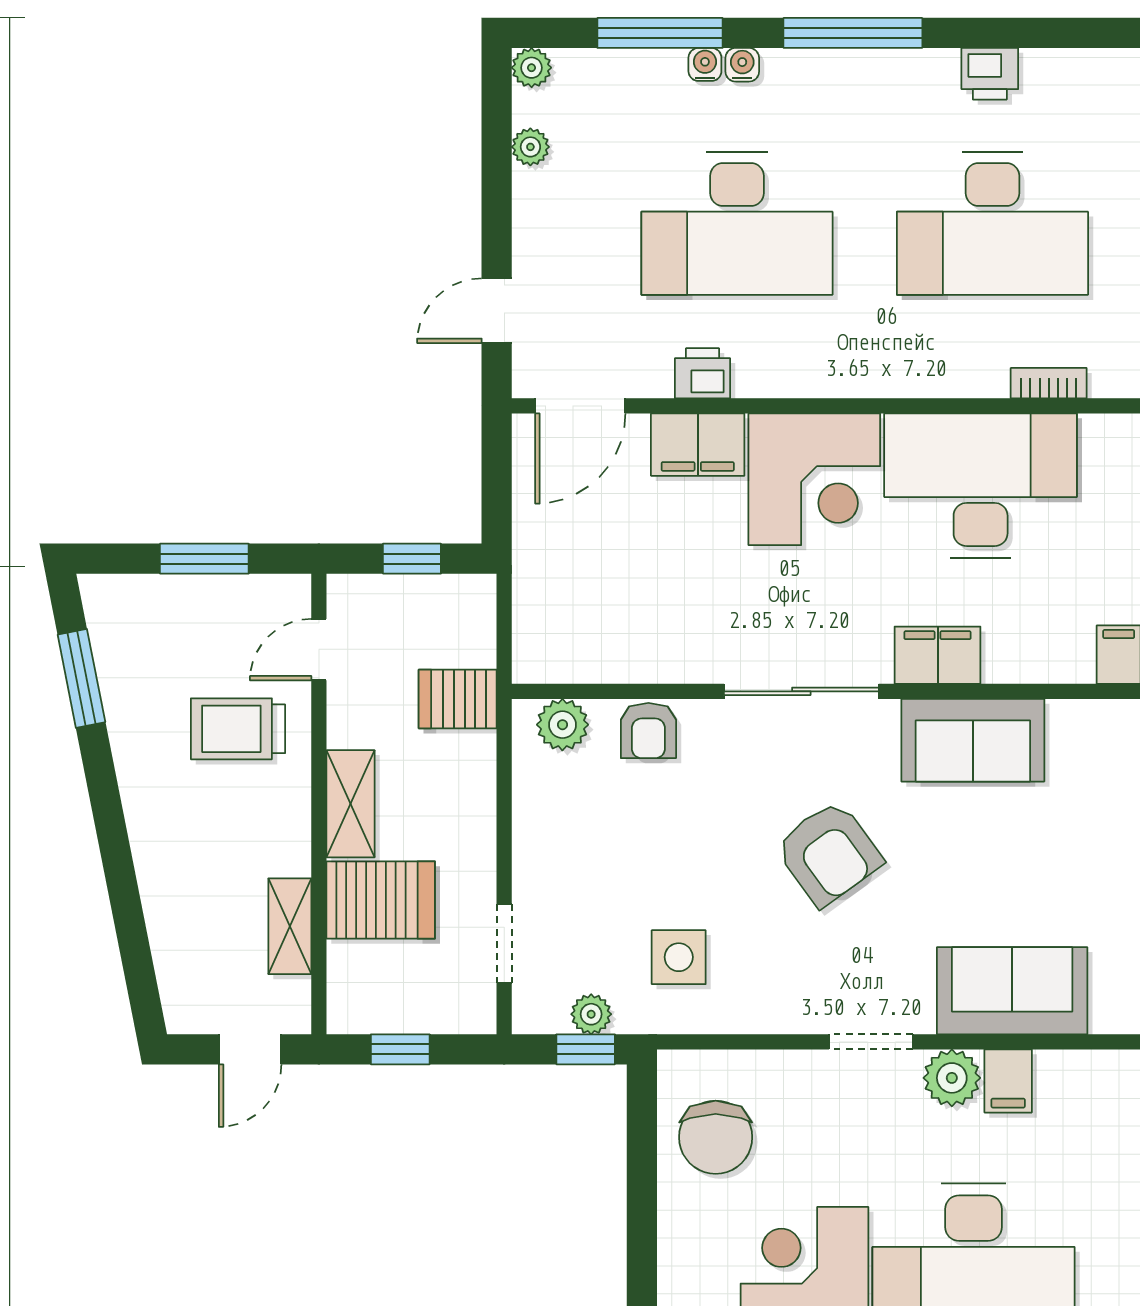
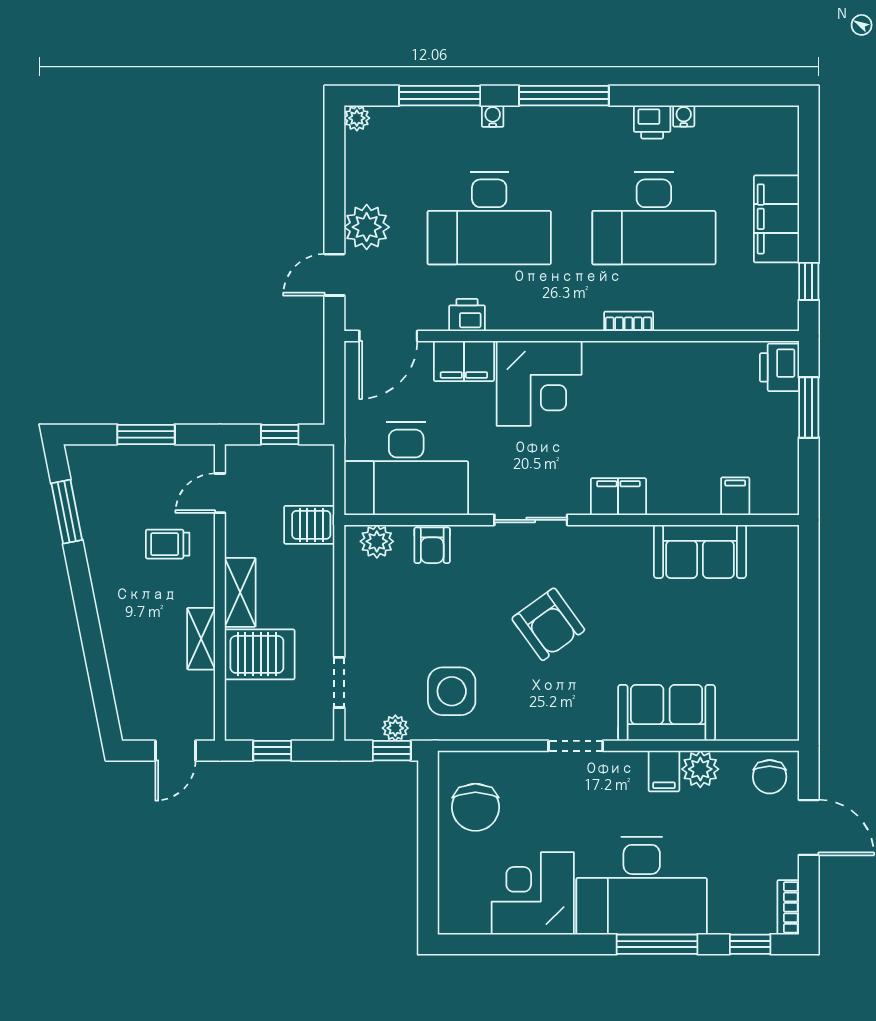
water cooler: (705, 64) -> (684, 116), moved
plant: (530, 147) -> (367, 227), moved, width x1.88, depth x1.88
bookcase: (1049, 383) -> (629, 321), moved
desk: (981, 486) -> (406, 469), moved, turned 180
sliding door: (801, 691) -> (531, 520), width x0.73
trolley: (238, 729) -> (168, 544), width x0.73, depth x0.72
sofa: (973, 740) -> (700, 551), moved
shelving: (290, 926) -> (201, 639), moved
side table: (679, 957) -> (452, 691), width x1.37, depth x1.37
plant: (952, 1078) -> (700, 769), moved

